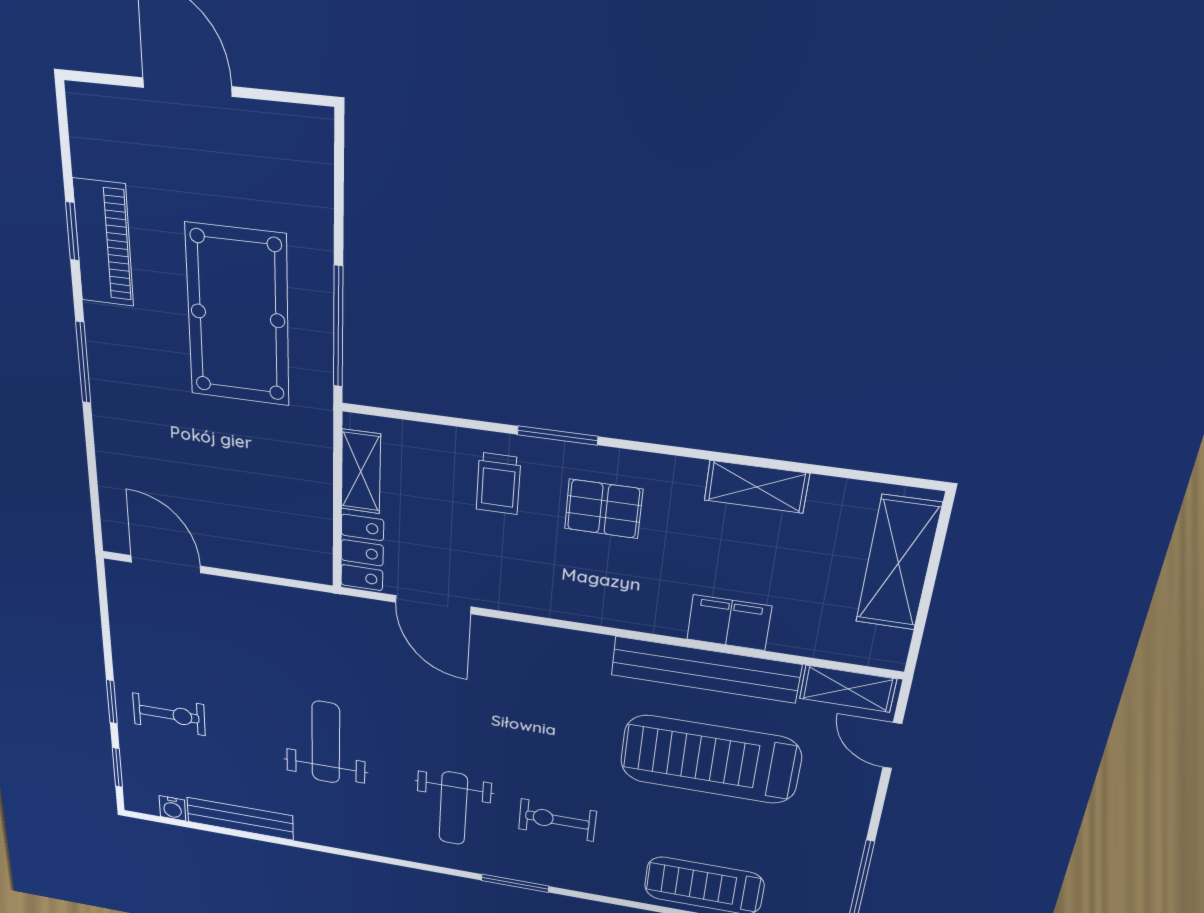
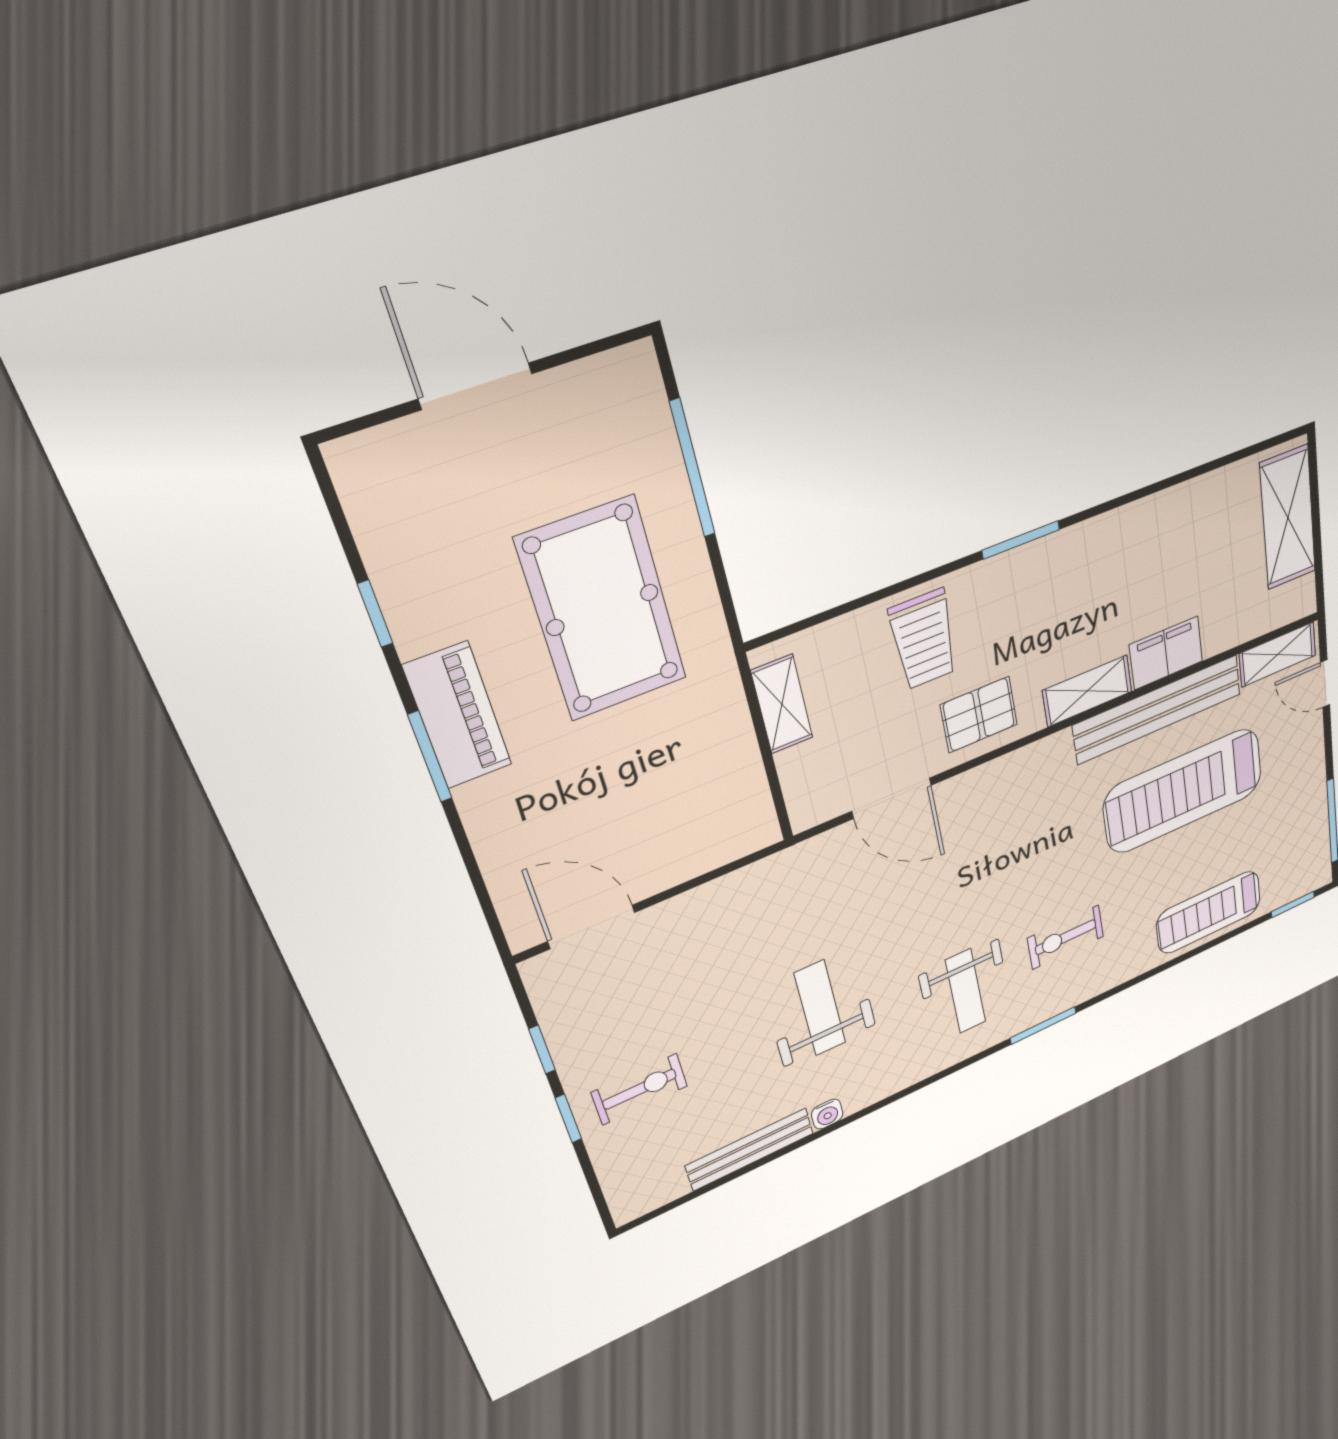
piano: (103, 243) -> (458, 716), moved
window: (338, 327) -> (692, 468), moved
window: (558, 435) -> (1021, 540), moved
trolley: (498, 484) -> (924, 639), width x1.36, depth x1.39
shelving: (757, 487) -> (1087, 691), moved
pallet: (604, 509) -> (979, 715), moved
locker: (362, 553) -> (806, 788), removed
window: (117, 768) -> (542, 1050), moved
water cooler: (172, 808) -> (827, 1114), moved

